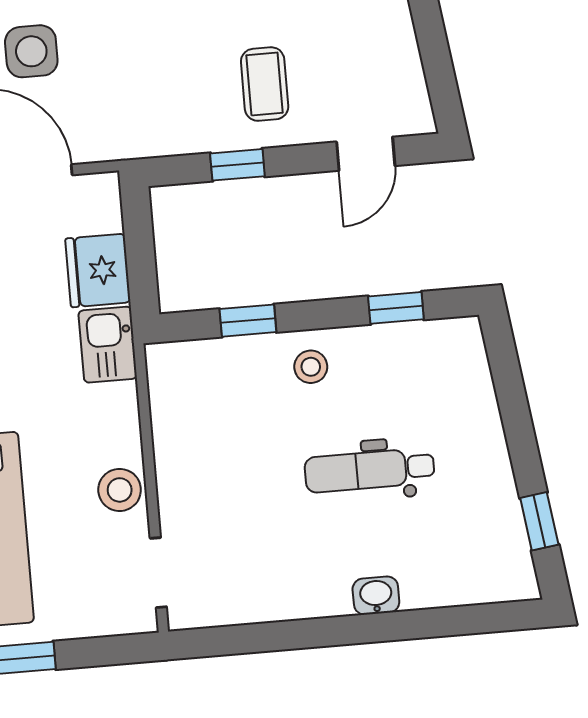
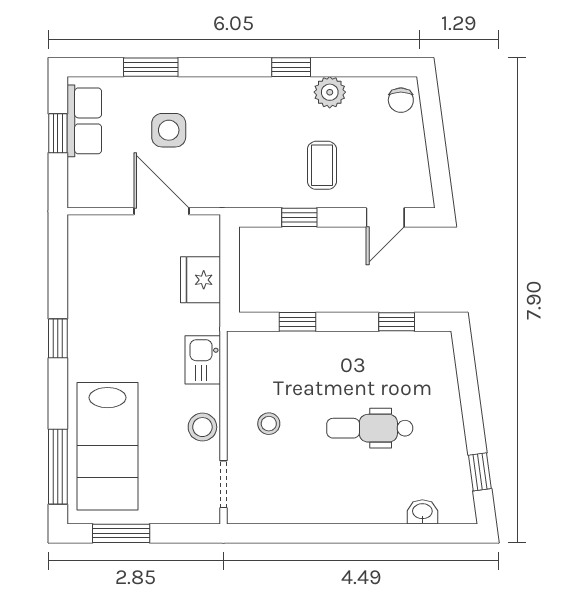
kitchen sink: (108, 345) -> (203, 360), moved
stool: (311, 367) -> (269, 424), moved
washbasin: (376, 596) -> (422, 512), moved

